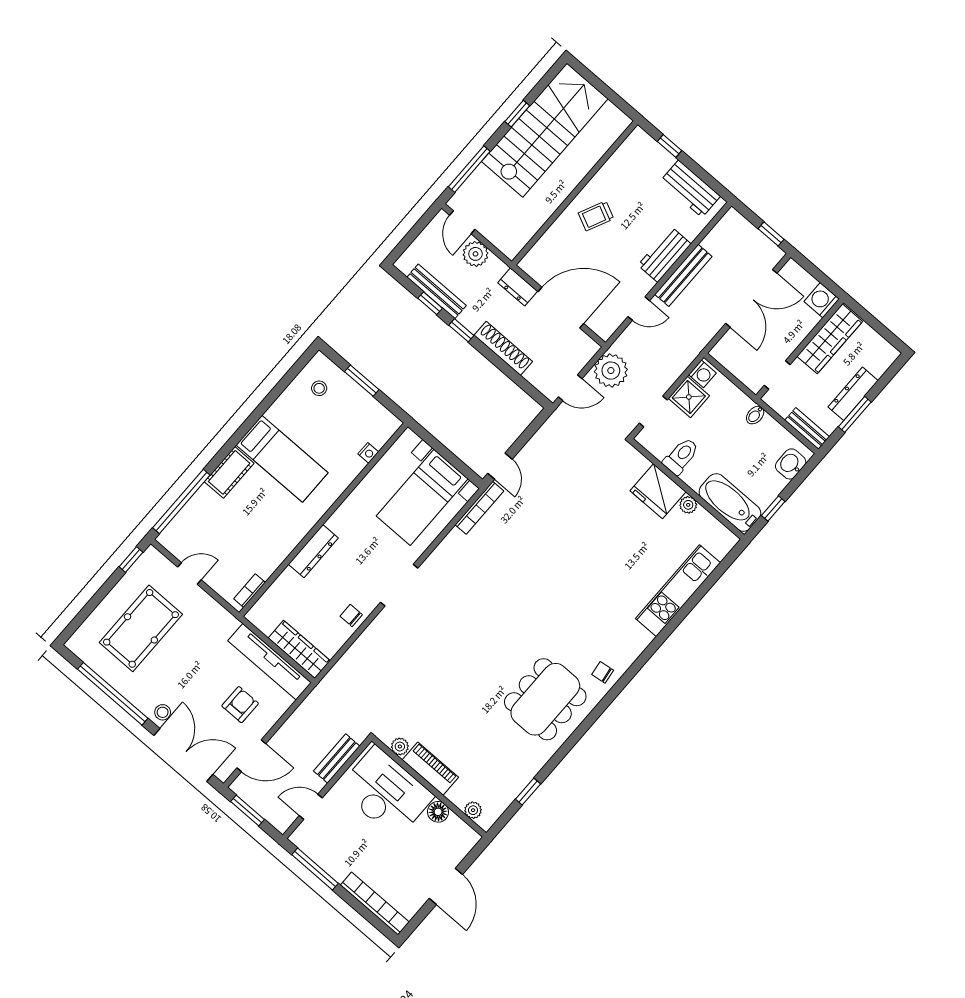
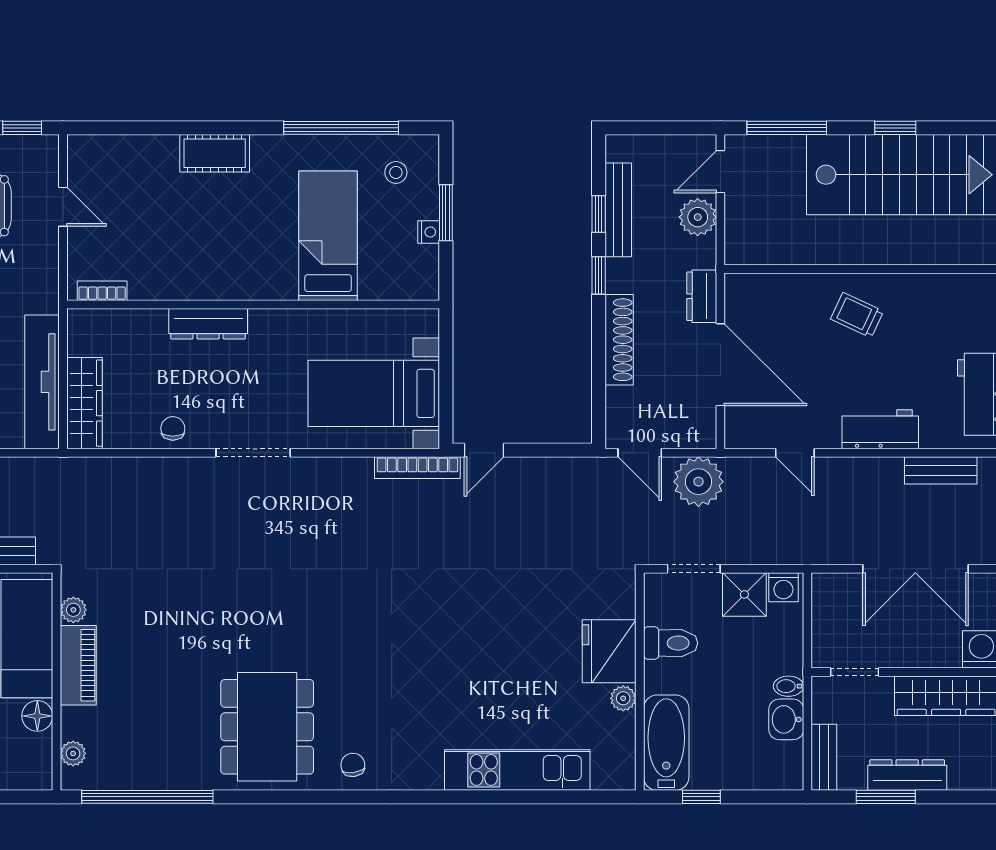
bench: (683, 275) -> (941, 470), moved, width x0.73
nightstand: (368, 453) -> (429, 232), moved, turned -90
bed: (282, 459) -> (328, 236), moved, turned 180
washbasin: (791, 464) -> (786, 719), moved, turned -90
window: (181, 501) -> (341, 128), moved
dining table: (545, 699) -> (267, 727), turned 90
window: (528, 791) -> (147, 797), width x3.17

